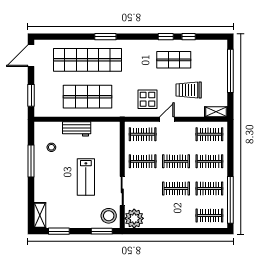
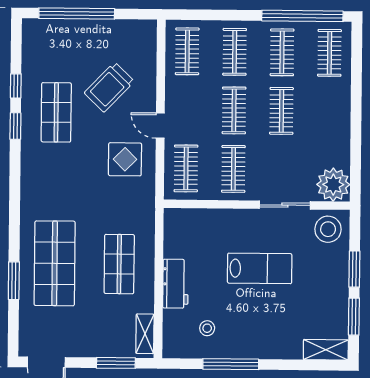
window: (105, 37) -> (14, 281), moved
shop shelf: (88, 60) -> (55, 263), width x0.71
trolley: (189, 90) -> (109, 87), turned 44
shop shelf: (88, 97) -> (119, 264), width x0.70, depth x0.74
shelving: (216, 112) -> (145, 334), moved
window: (102, 231) -> (354, 269), moved

